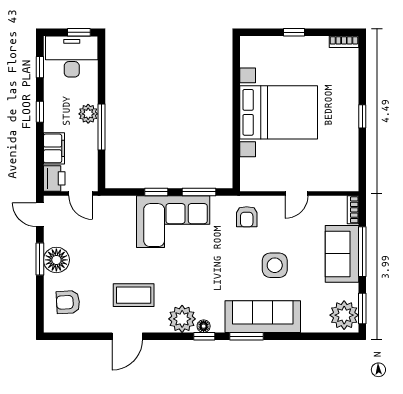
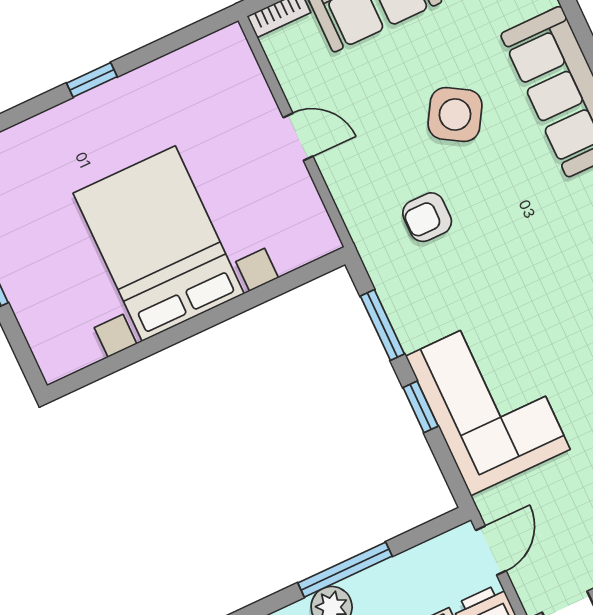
armchair: (247, 217) -> (427, 217), moved, turned 180
corner sofa: (173, 222) -> (488, 403), moved
side table: (275, 265) -> (455, 115), turned 31

